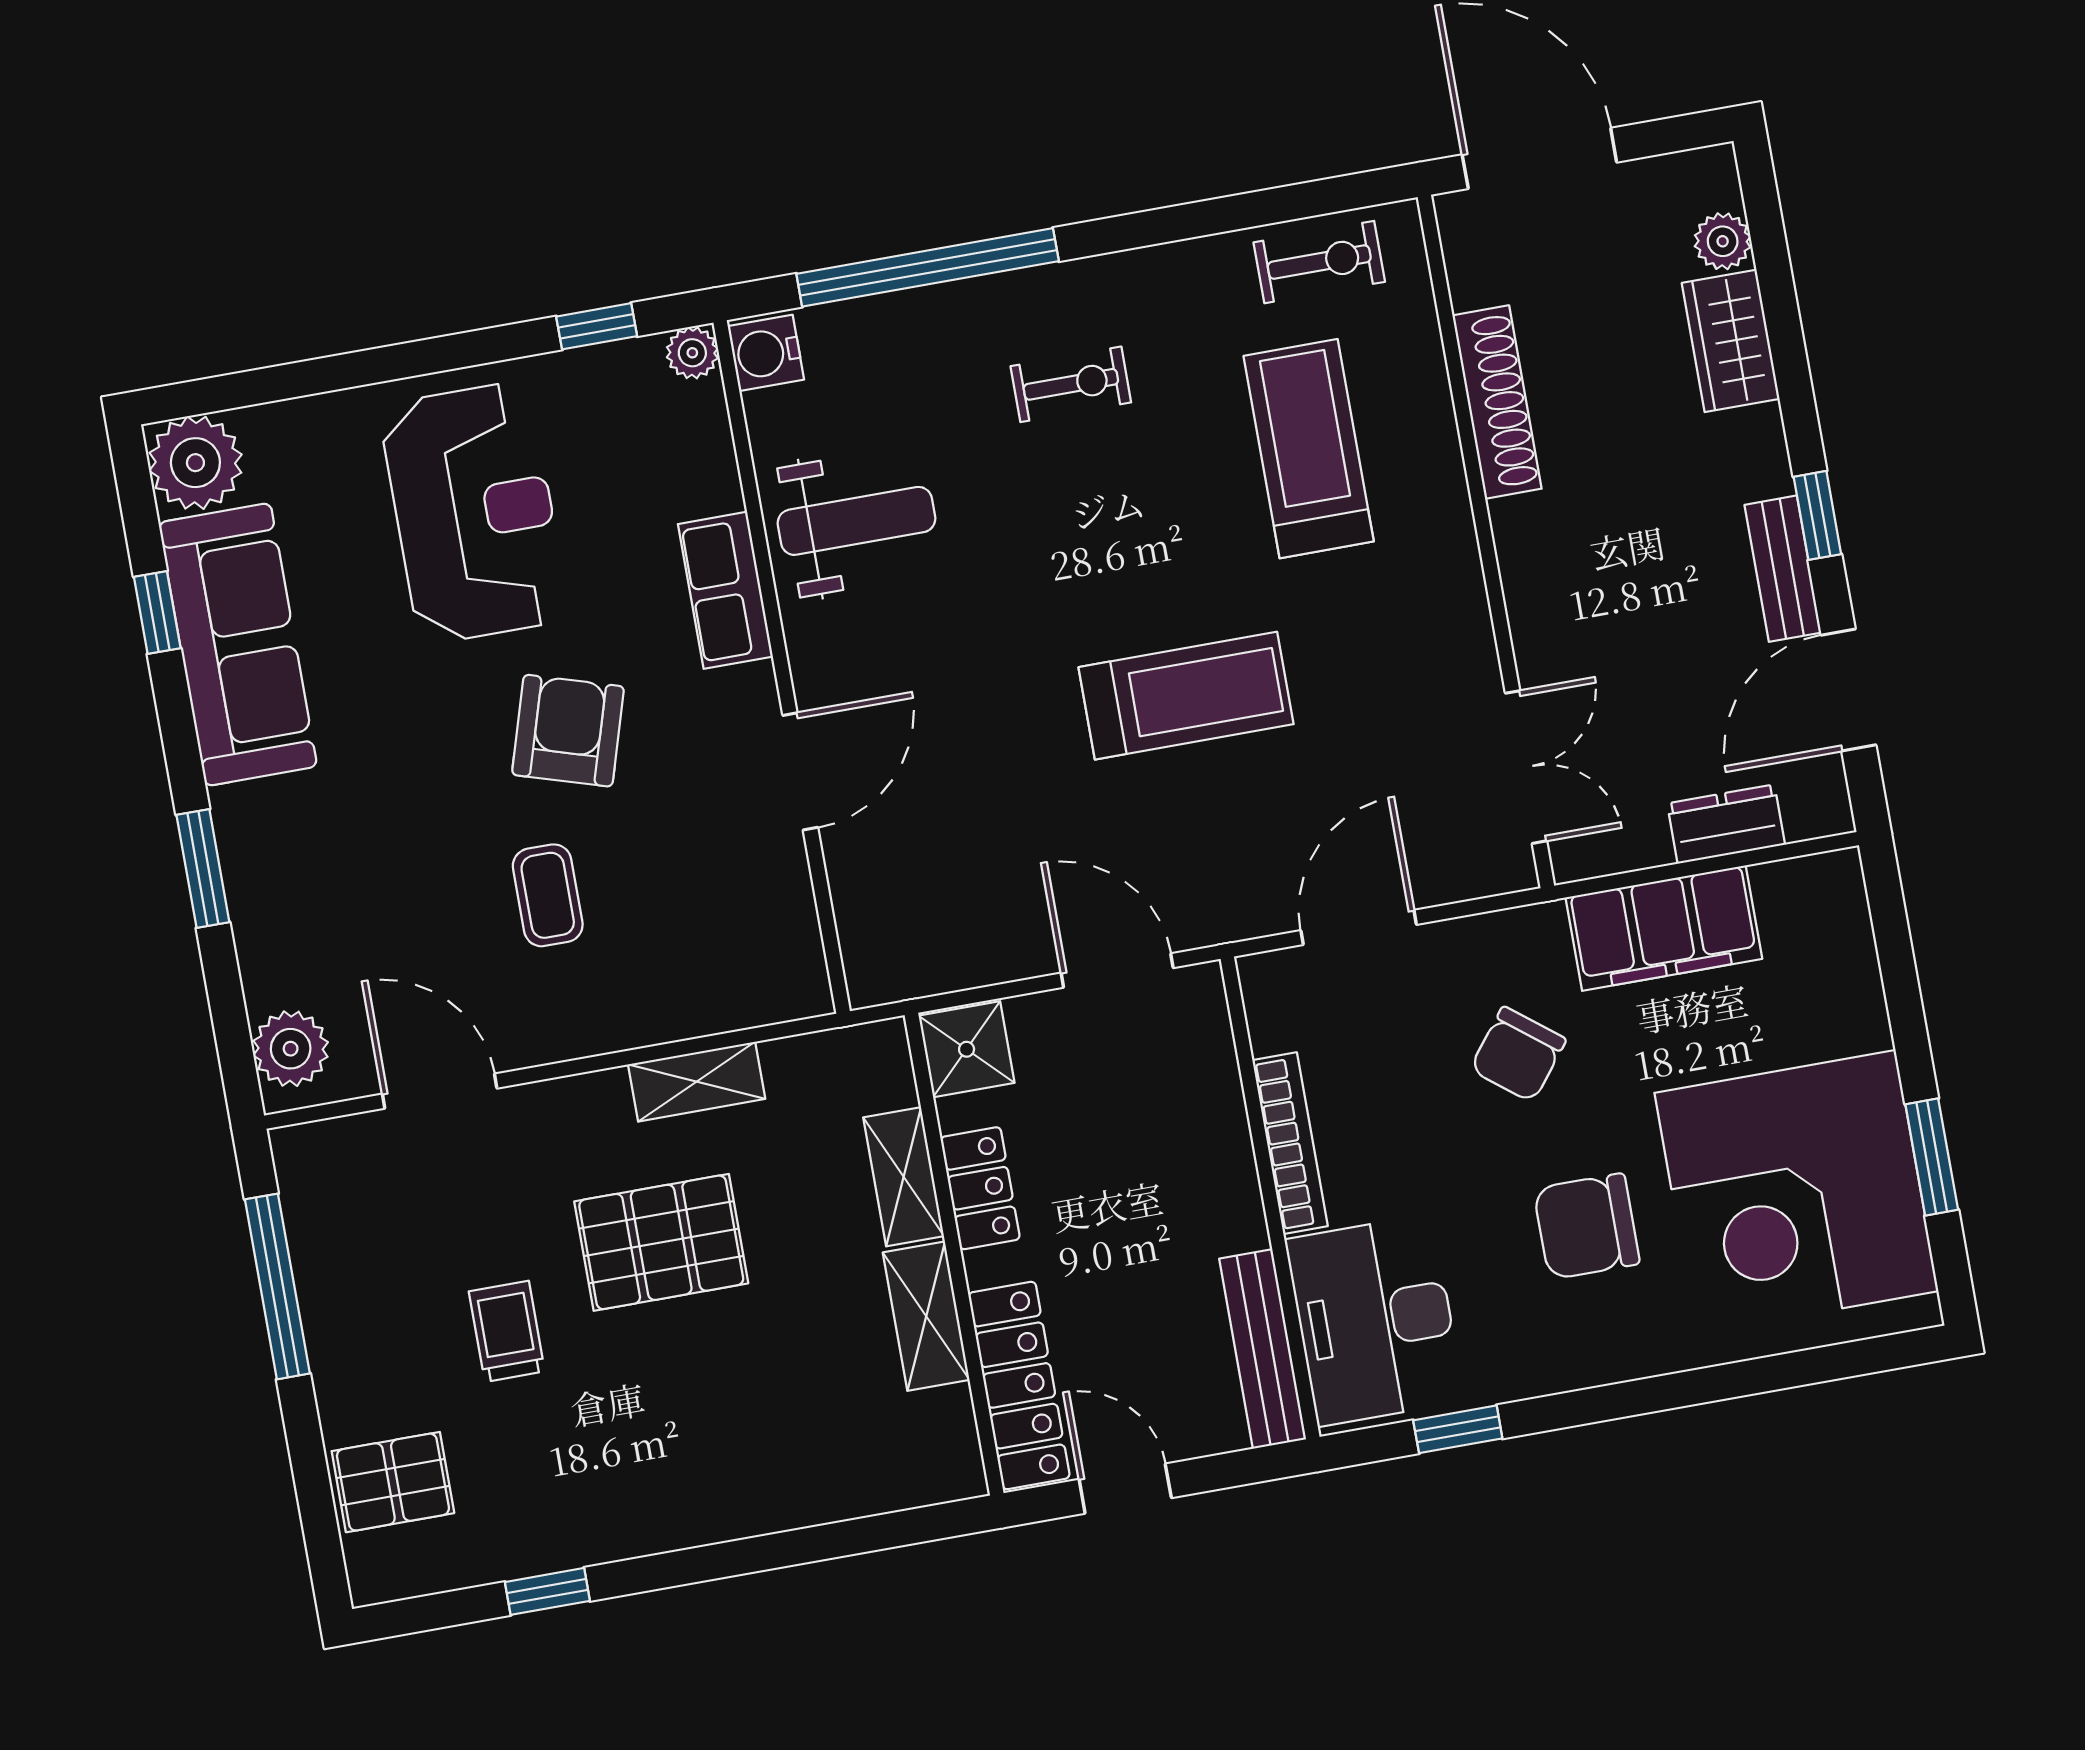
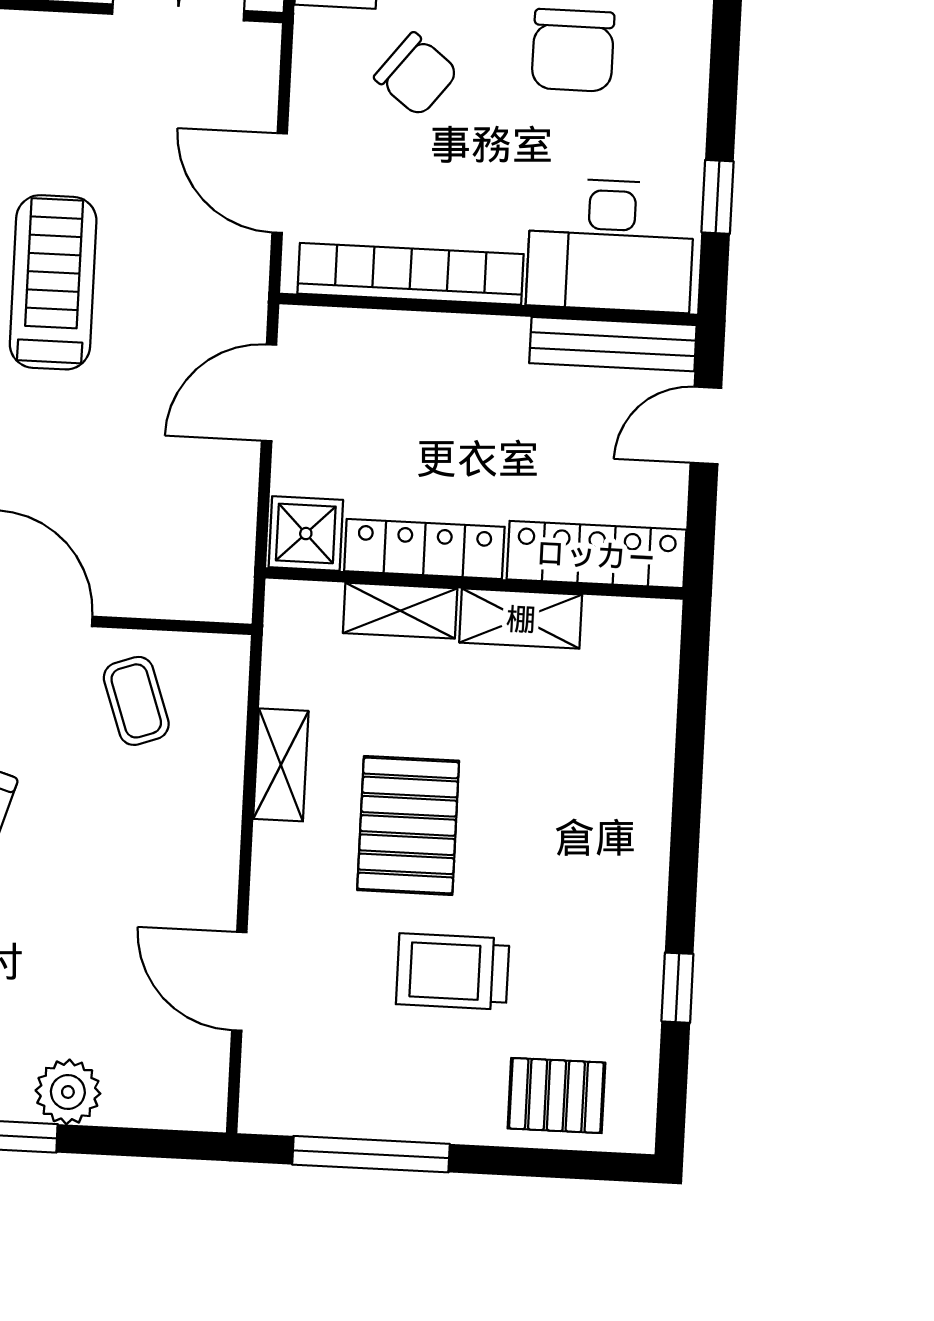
coffee table: (548, 895) -> (136, 701), moved, turned 71
plant: (291, 1049) -> (68, 1092), moved
door: (440, 1091) -> (239, 981), hinge flipped
bookcase: (1290, 1143) -> (410, 274), width x1.48, depth x1.31
locker: (980, 1188) -> (424, 549), width x1.53
trolley: (507, 1331) -> (453, 971), width x1.36, depth x1.39
pallet: (393, 1482) -> (556, 1095), turned 90
door: (1125, 1489) -> (706, 425), moved

